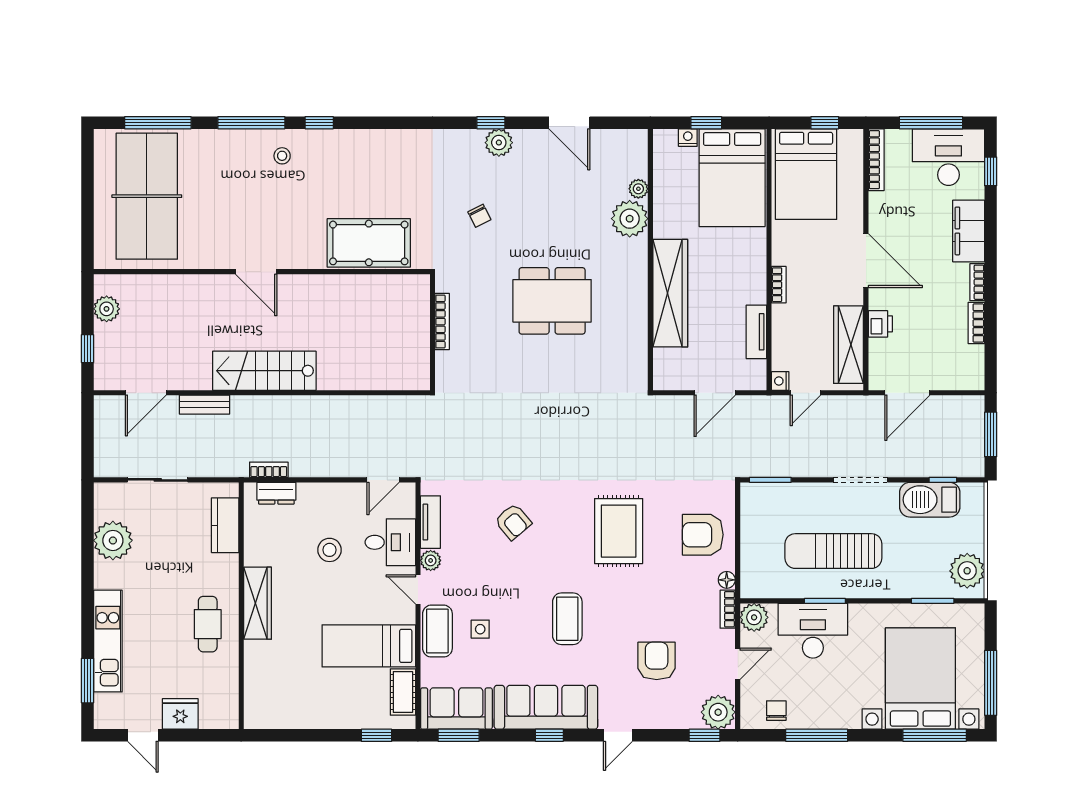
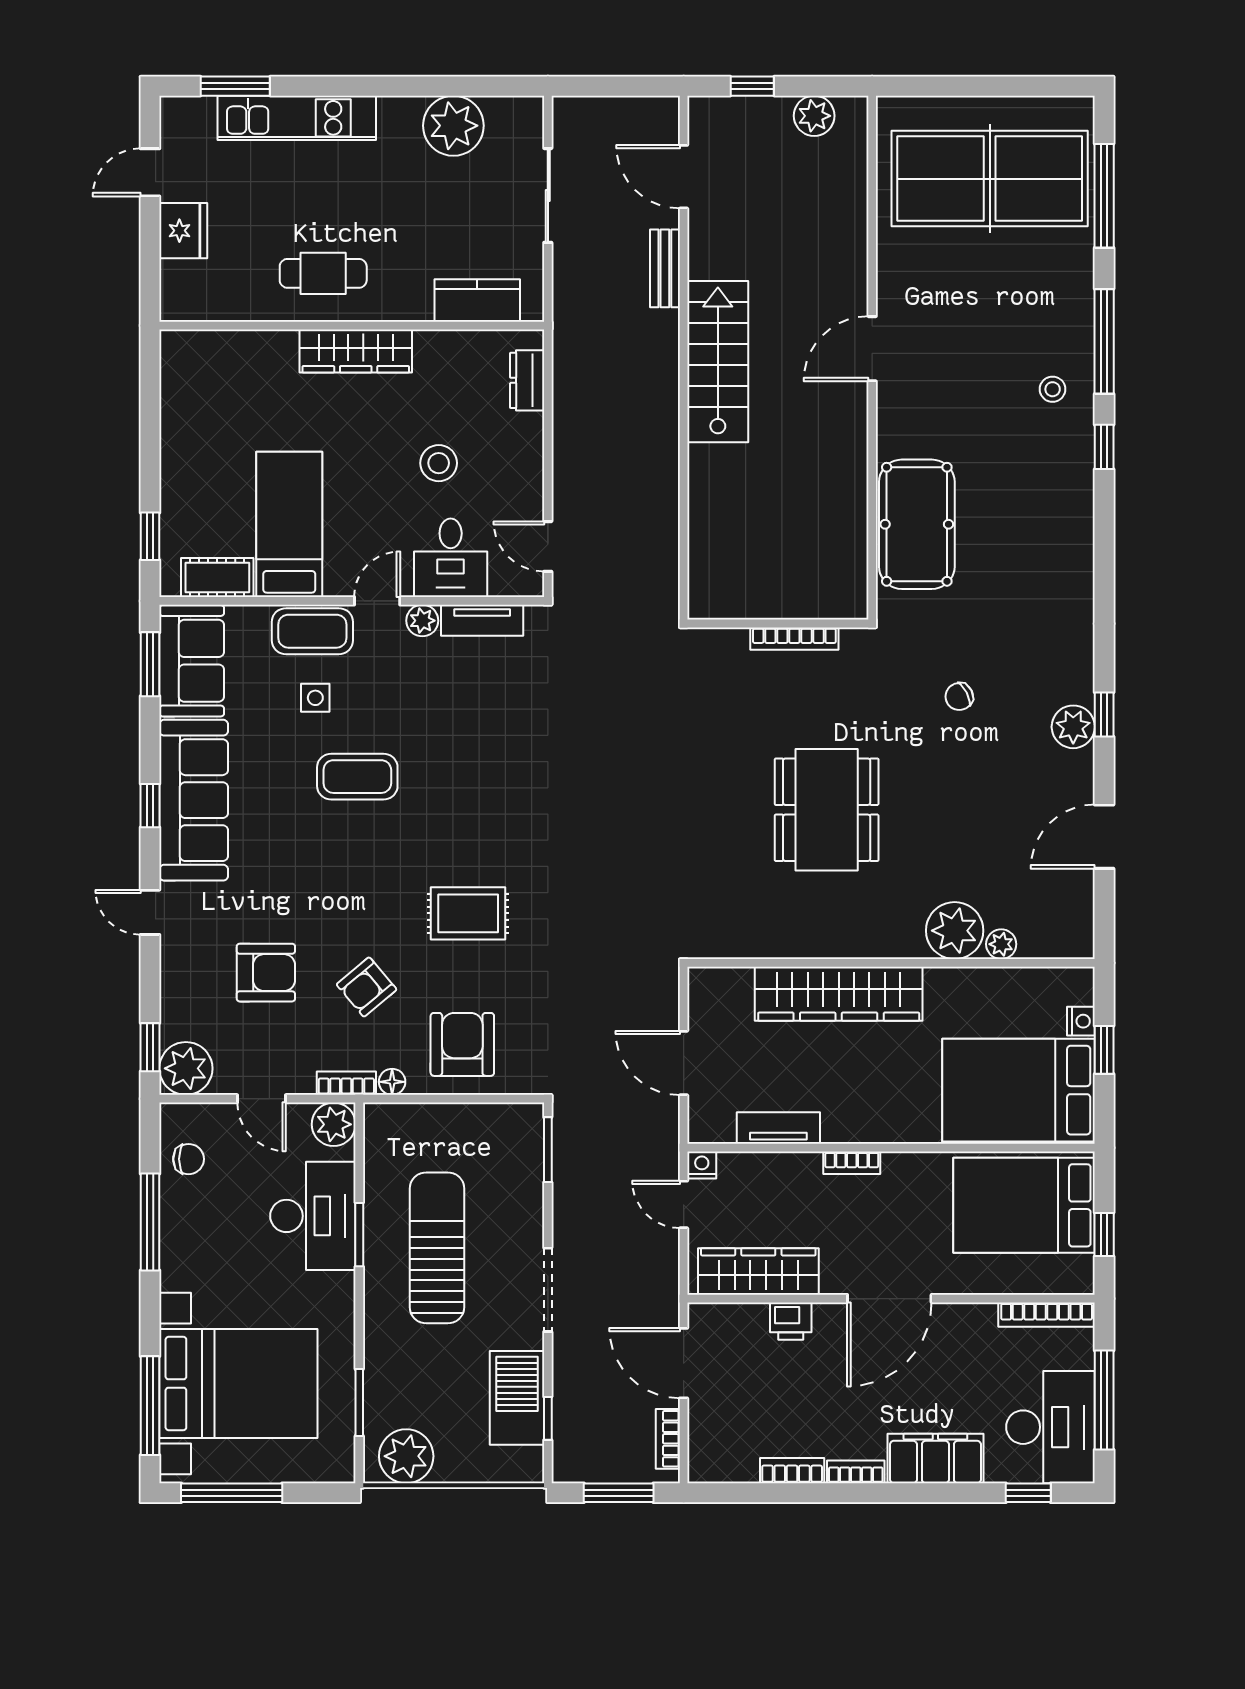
bookcase: (269, 470) -> (668, 1439), moved, turned 180
armchair: (513, 522) -> (367, 987), moved
rug: (619, 531) -> (468, 913), width x0.73, depth x0.70
coffee table: (567, 619) -> (357, 777), moved

